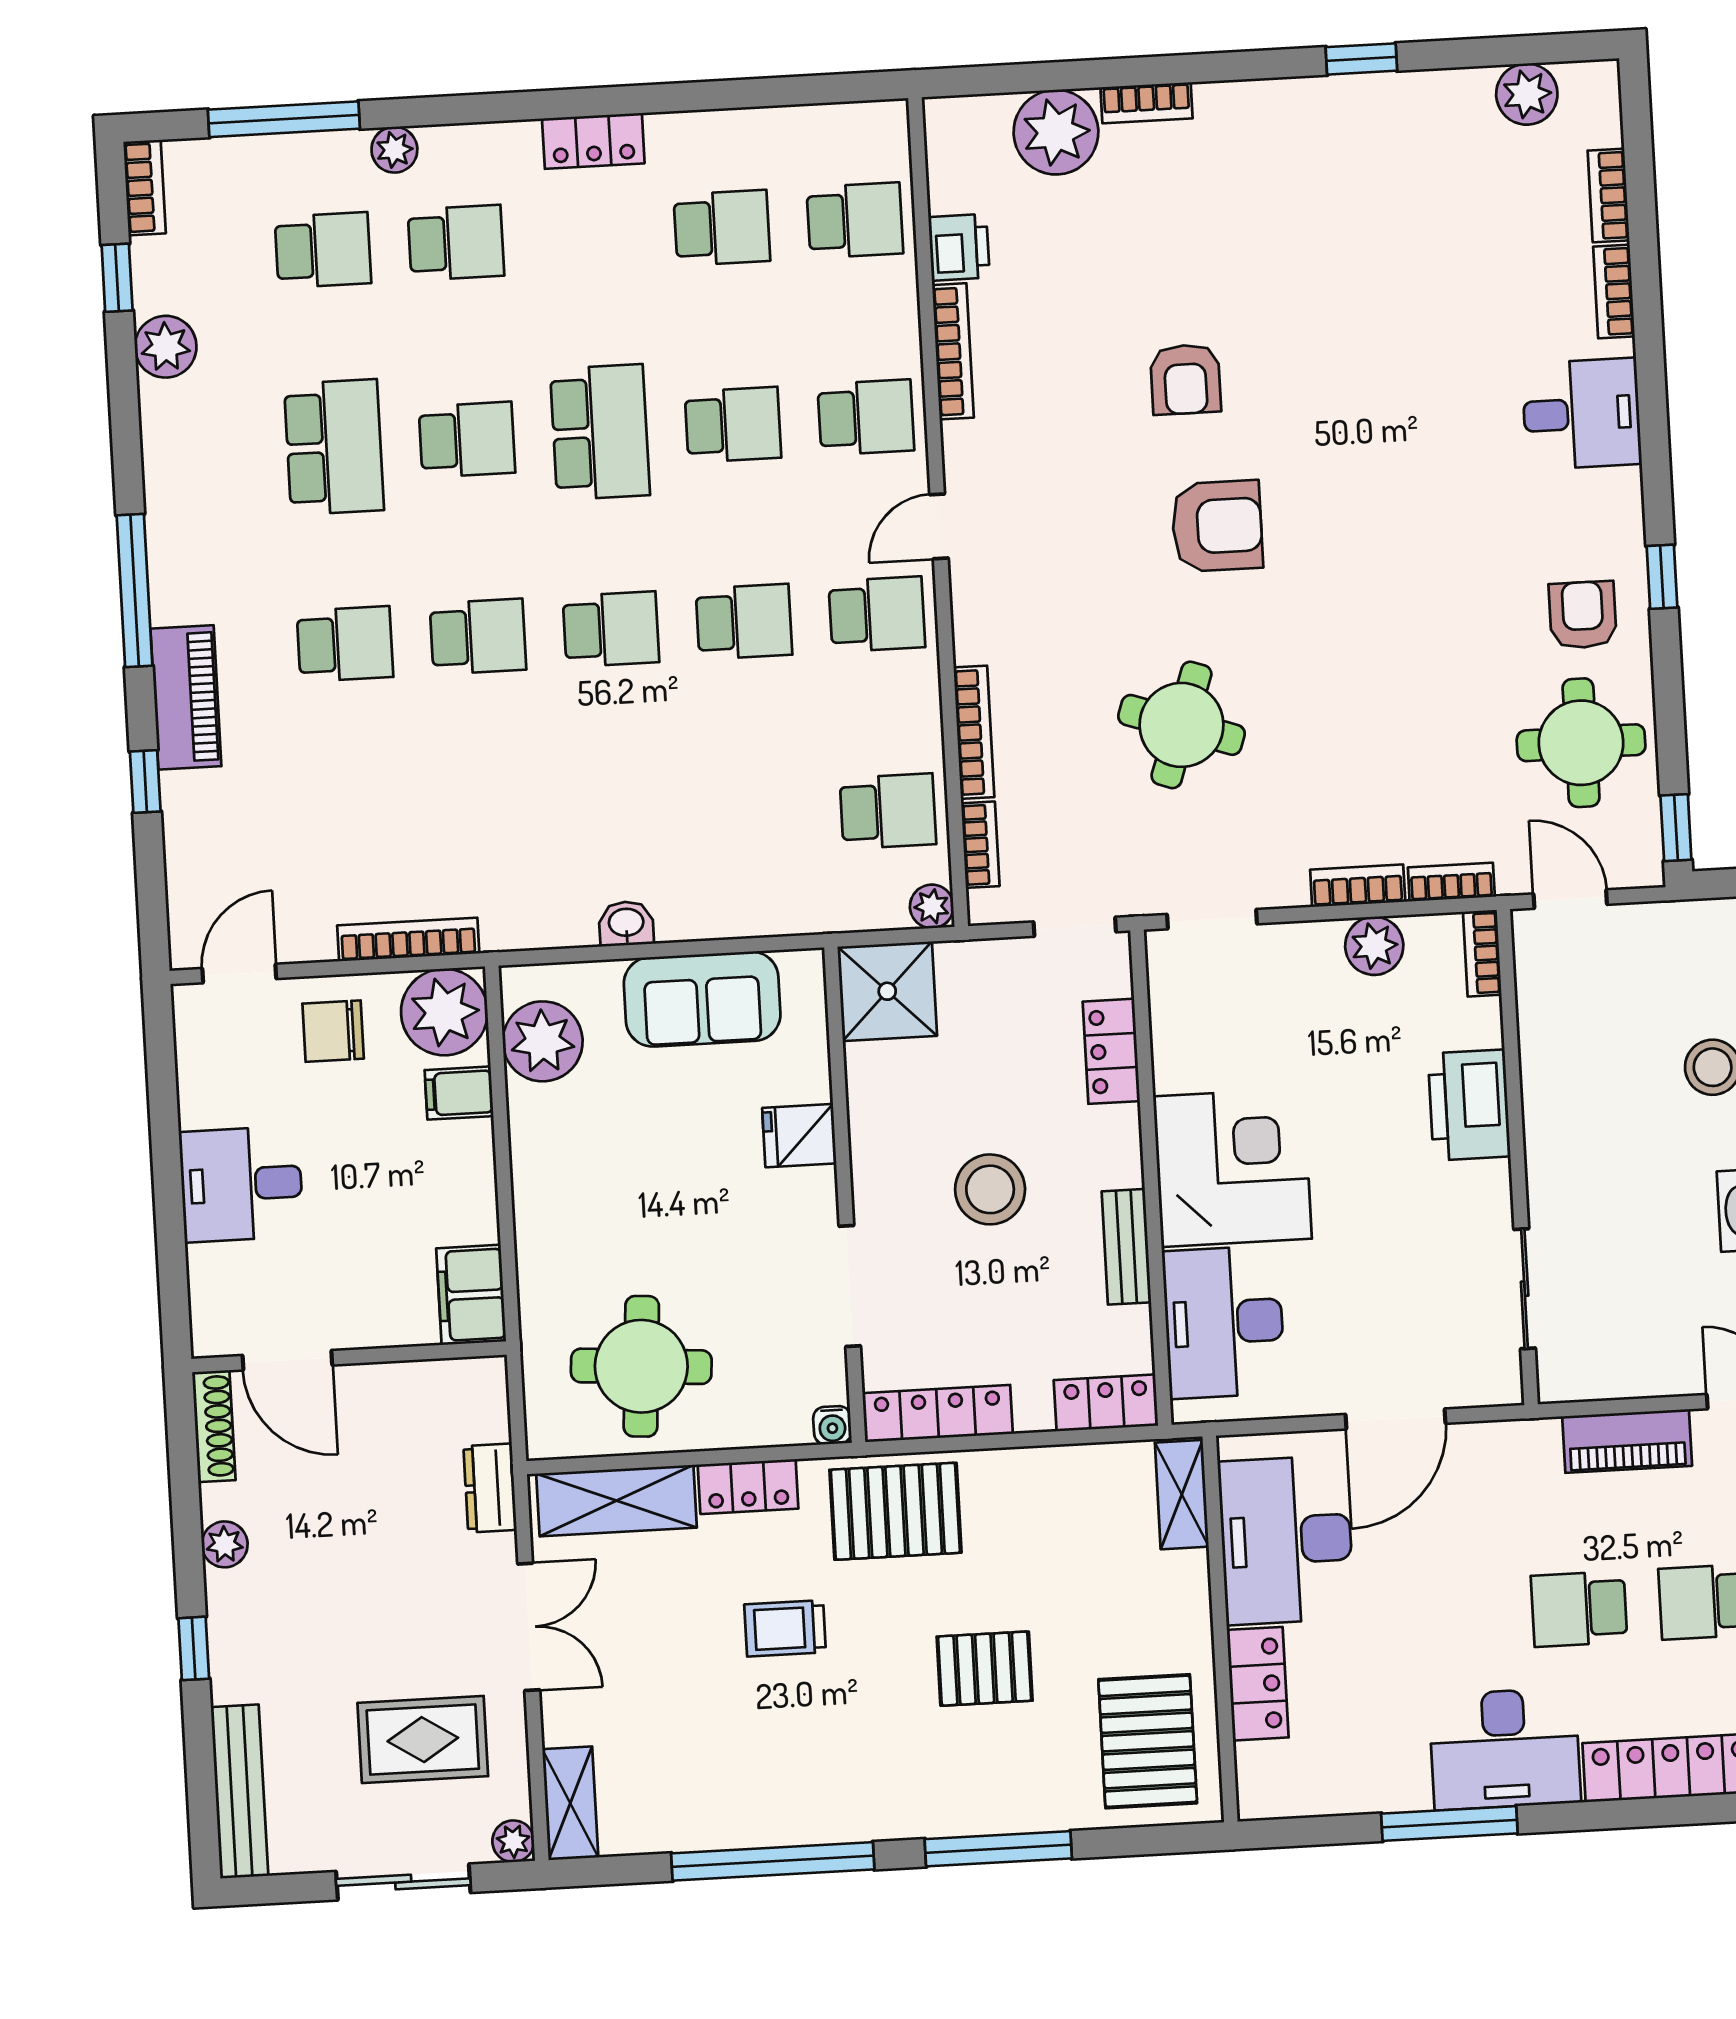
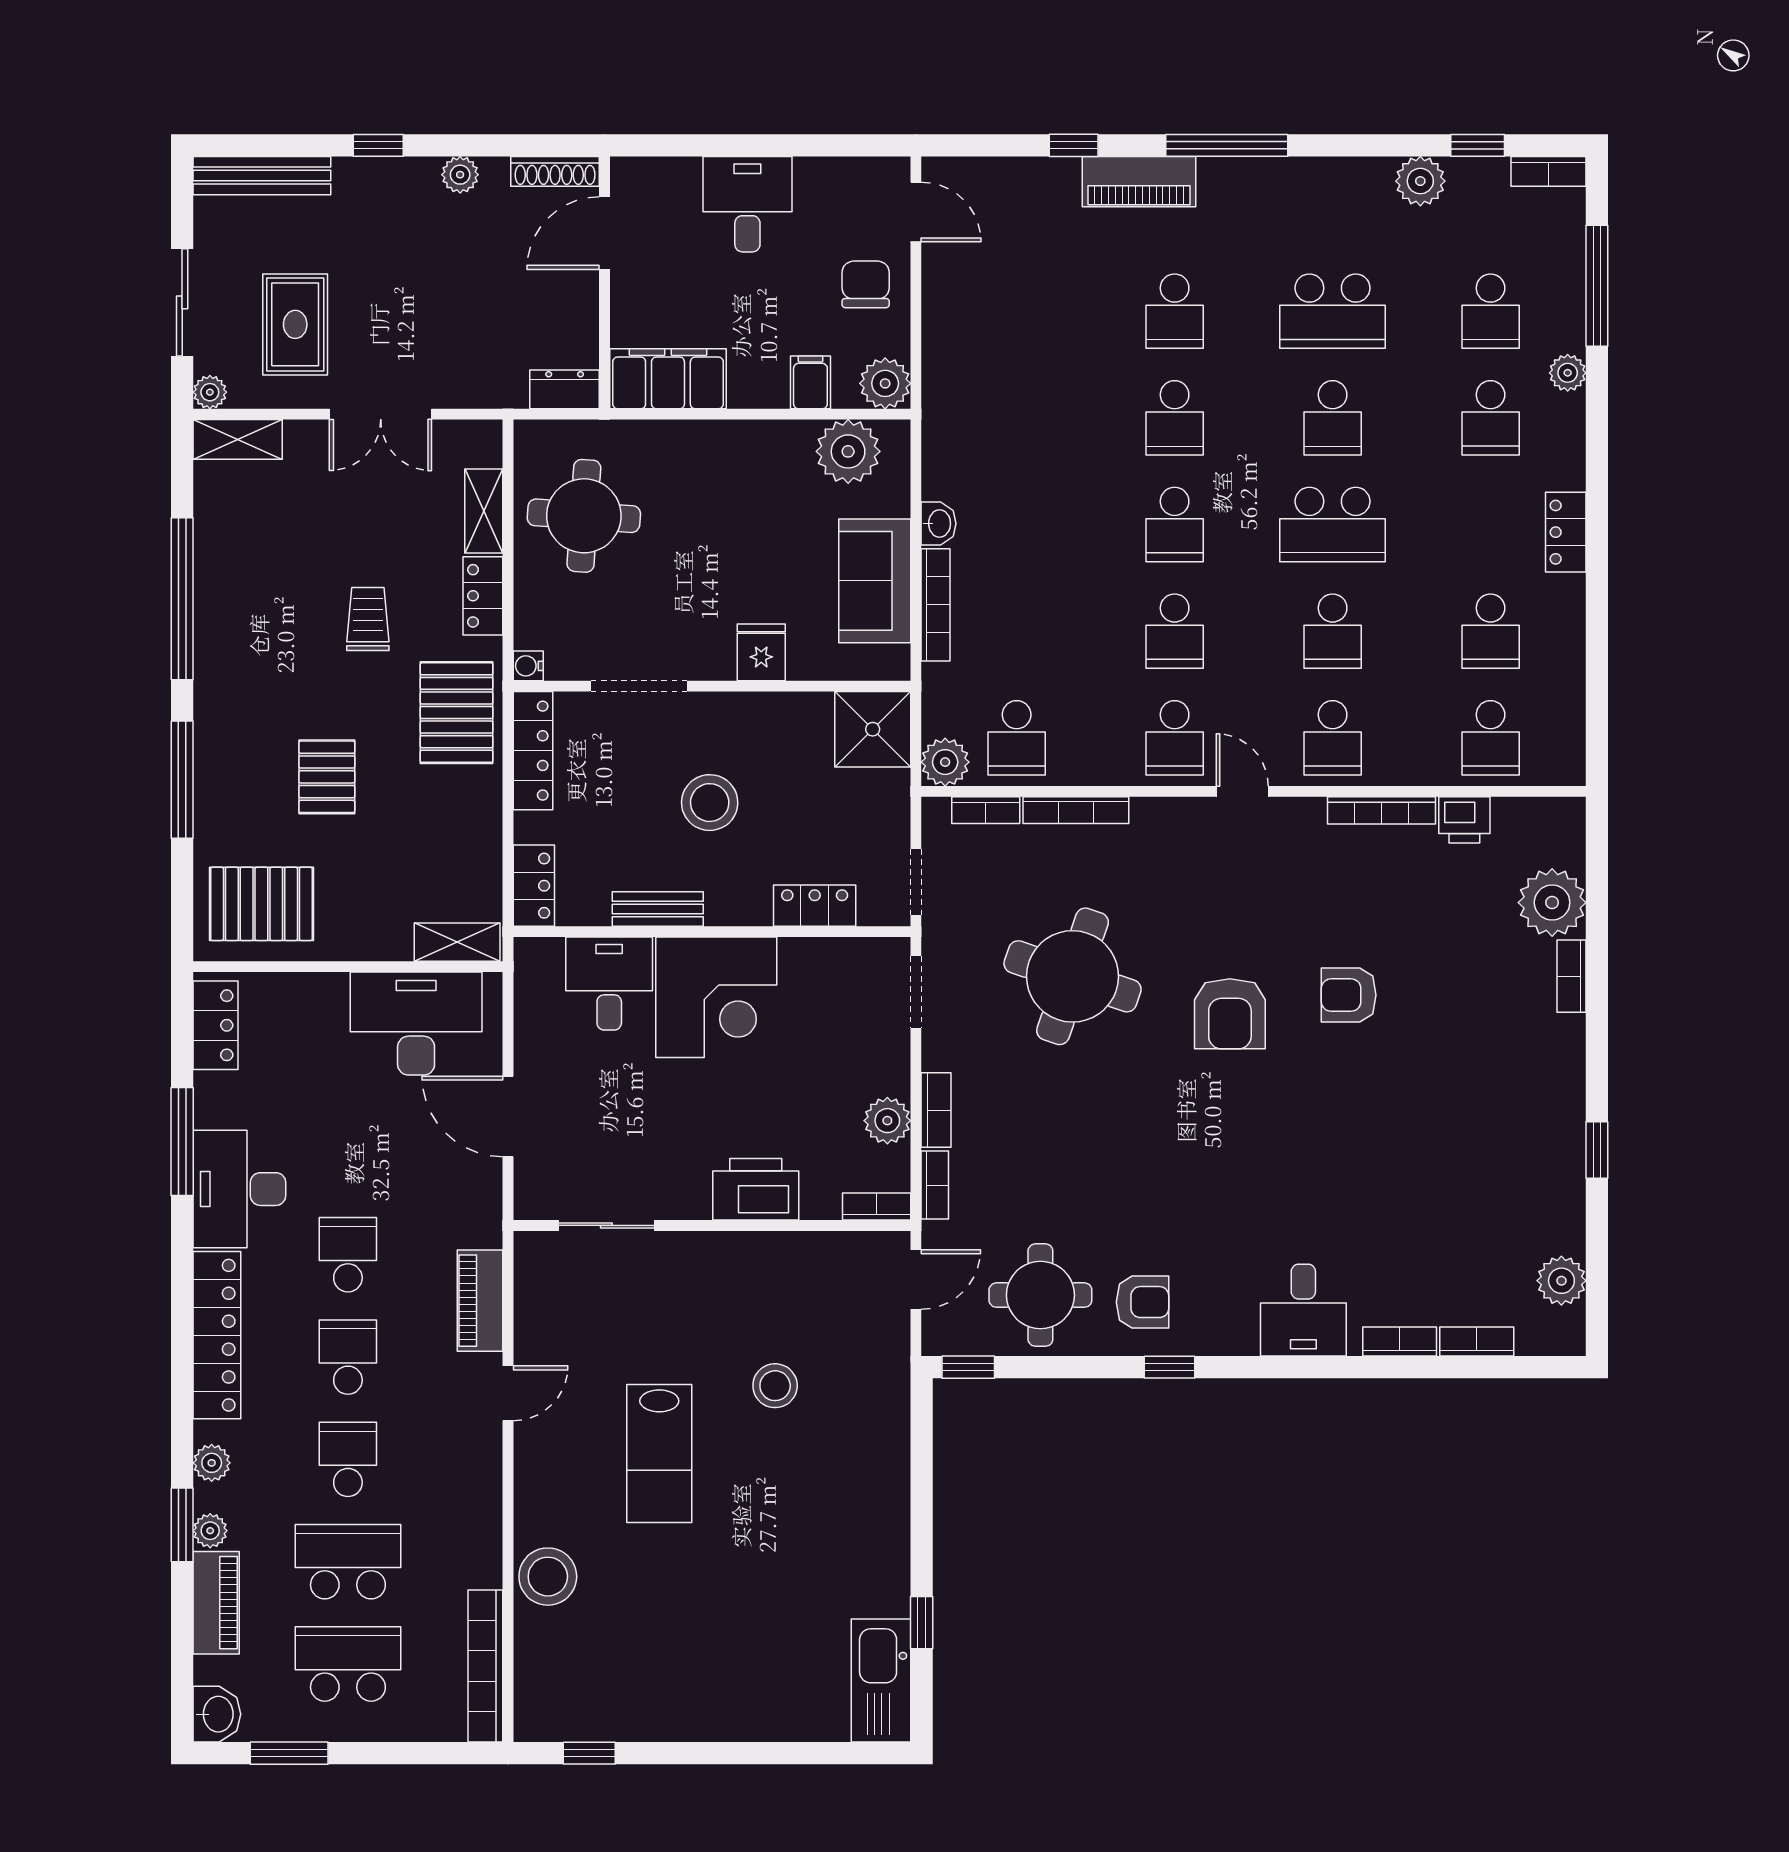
round table: (1181, 725) -> (1073, 976), width x1.36, depth x1.36
plant: (932, 906) -> (945, 762), width x1.38, depth x1.38
bookcase: (408, 939) -> (936, 605), moved
plant: (444, 1012) -> (885, 383), width x0.73, depth x0.73
filing cabinet: (471, 1295) -> (668, 379), width x1.50, depth x1.17
desk: (1224, 1322) -> (609, 984), width x0.73
dresser: (490, 1488) -> (565, 389), moved
shelving: (617, 1501) -> (484, 511), width x0.67, depth x0.75
locker: (1258, 1684) -> (216, 1025), moved, turned -90

